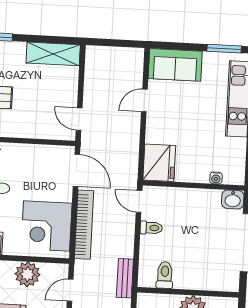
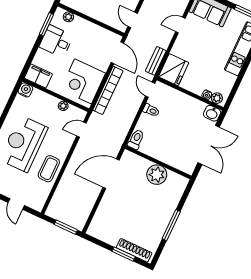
plant: (231, 177) -> (217, 98), added
plant: (27, 274) -> (63, 106), width x0.53, depth x0.53
toilet: (165, 275) -> (136, 139), moved
bench: (125, 278) -> (156, 61), moved

